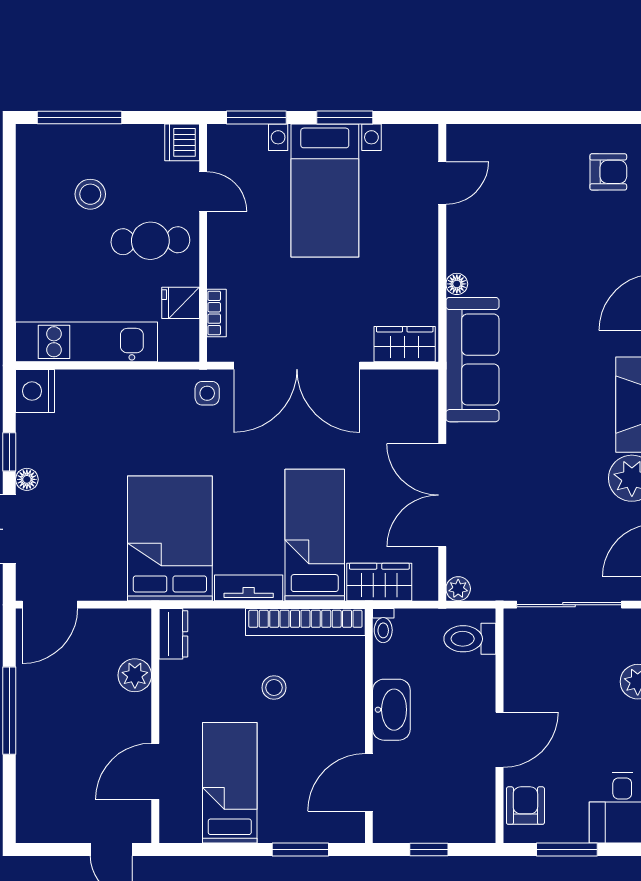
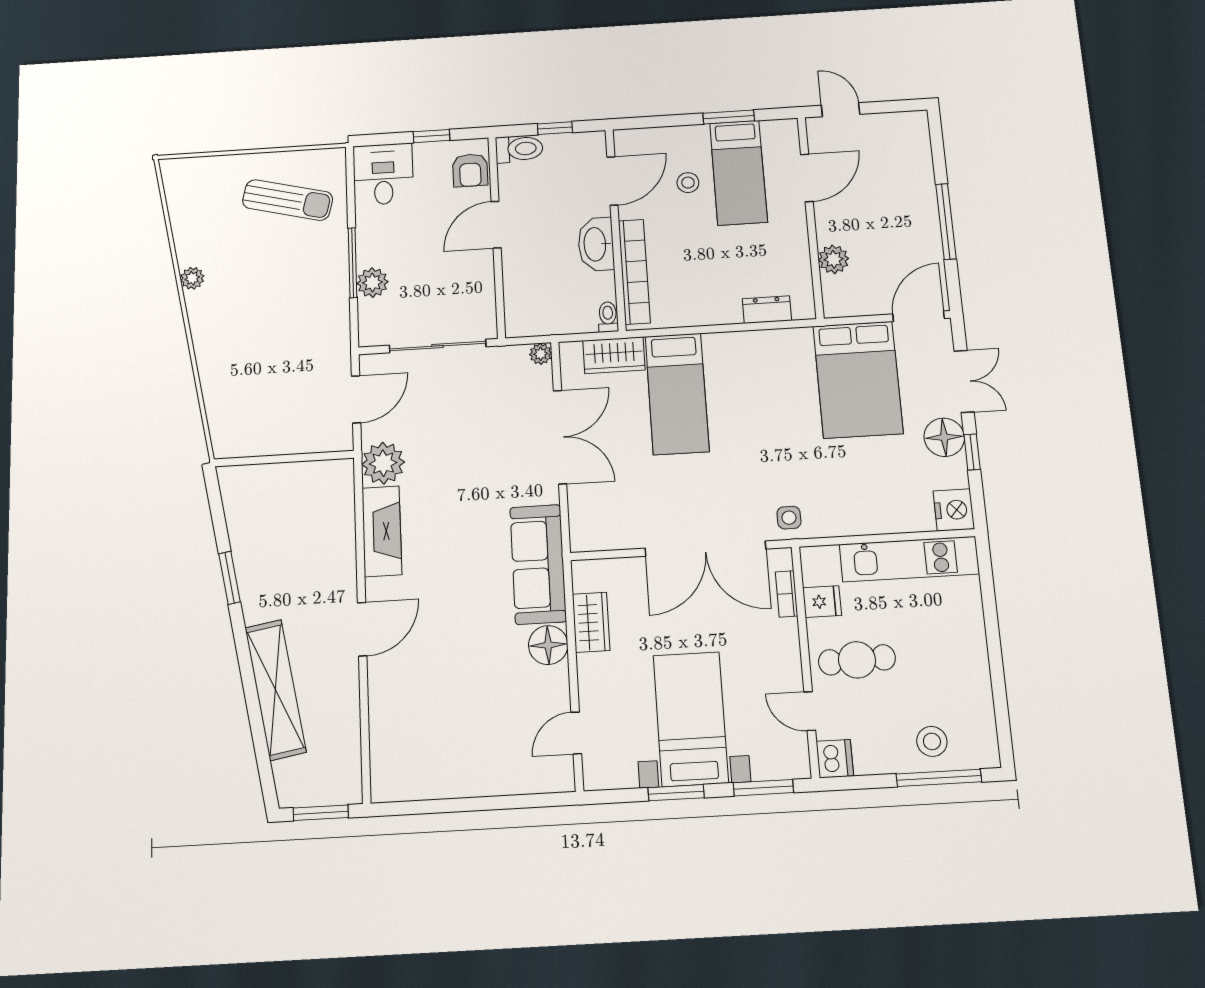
armchair: (608, 172) -> (415, 753), removed
stool: (90, 194) -> (932, 741), moved
floor lamp: (457, 284) -> (548, 645), width x1.89, depth x1.89
wardrobe: (405, 344) -> (591, 622), moved, turned -90
double door: (297, 366) -> (705, 549), swing flipped
floor lamp: (27, 479) -> (944, 437), width x1.89, depth x1.89
bed: (170, 538) -> (858, 380), moved
tv unit: (249, 588) -> (735, 343), removed
bookcase: (305, 622) -> (634, 272), moved, turned 90
dresser: (173, 634) -> (767, 310), moved, turned 90
toilet: (470, 639) -> (519, 149), moved
stool: (274, 688) -> (688, 183), moved
window: (300, 849) -> (729, 117), moved
window: (567, 849) -> (432, 136), width x0.67

